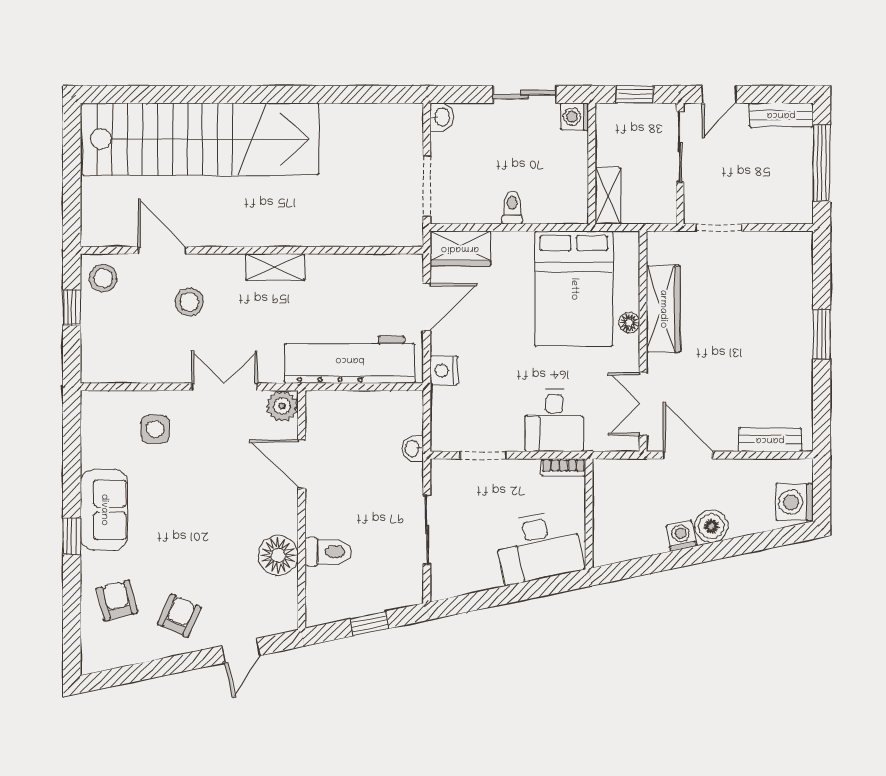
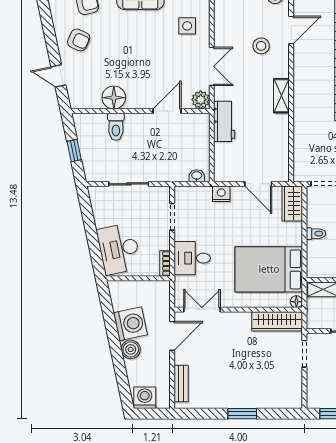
wardrobe: (663, 309) -> (277, 321), moved
floor lamp: (629, 323) -> (296, 302), moved
workbench: (350, 360) -> (224, 121), width x0.53, depth x0.76
washbasin: (413, 448) -> (197, 176), moved
washing machine: (681, 536) -> (130, 324), width x1.89, depth x1.89

